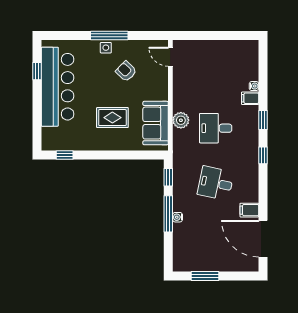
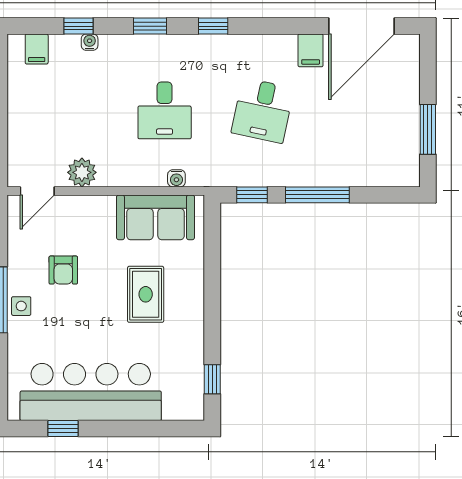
armchair: (126, 71) -> (63, 270), turned -44
window: (263, 80) -> (78, 26), added
filing cabinet: (250, 98) -> (37, 49), moved
plant: (181, 120) -> (82, 172), moved
water cooler: (178, 217) -> (176, 178), moved

